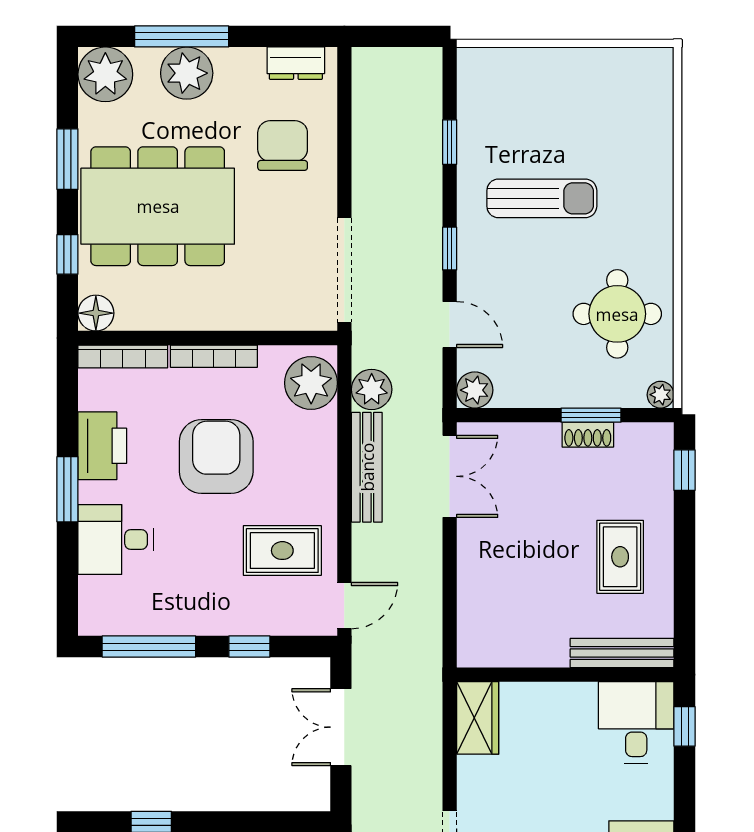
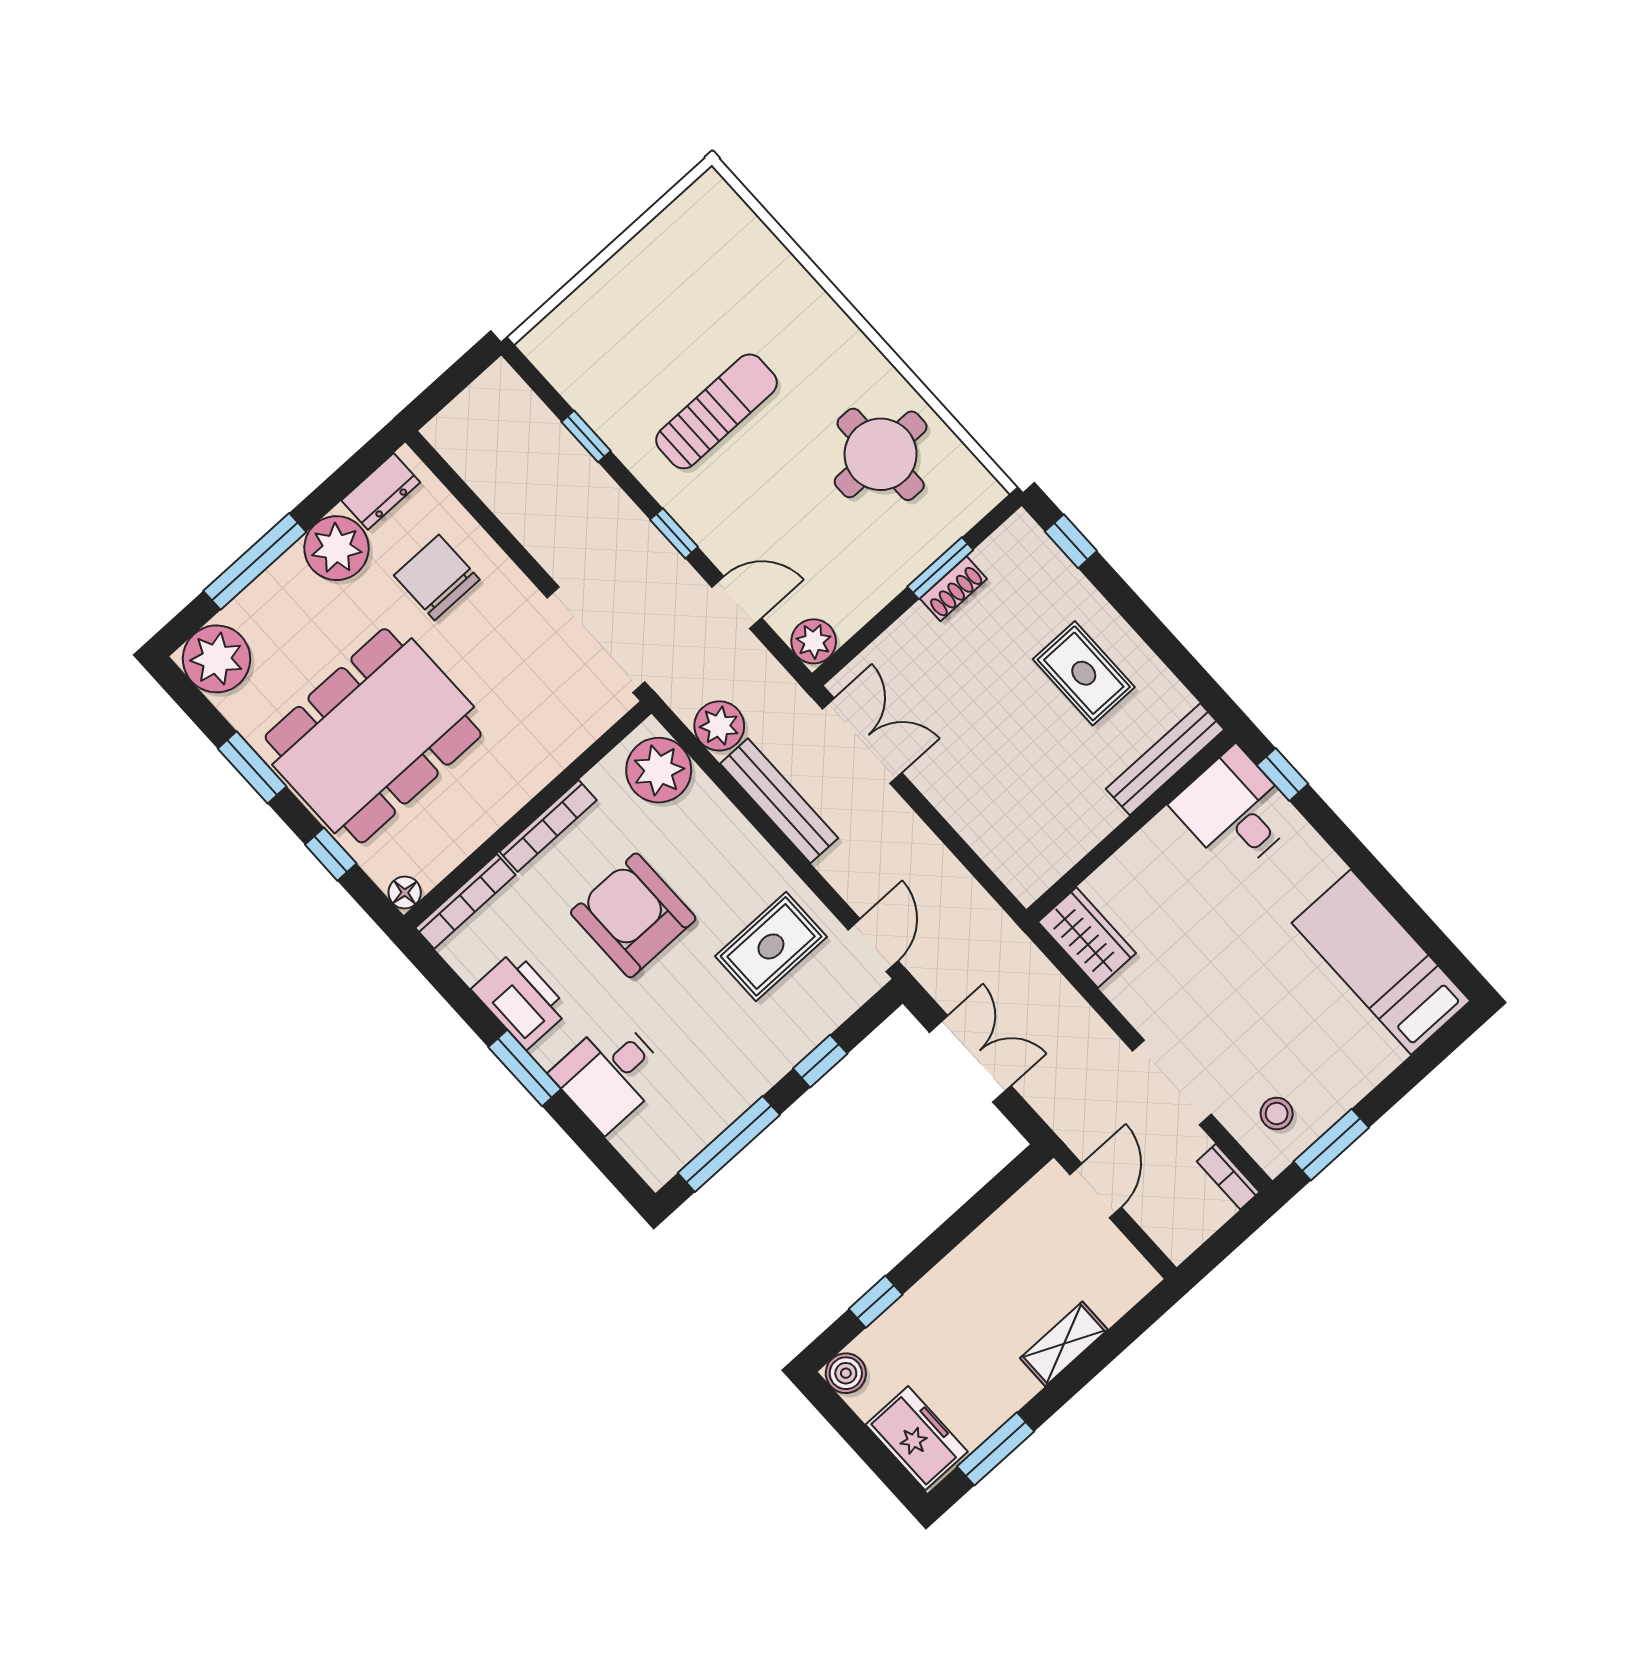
plant: (187, 73) -> (336, 548), moved
floor lamp: (96, 313) -> (405, 893), width x0.73, depth x0.73
plant: (661, 395) -> (987, 492), removed
double door: (341, 727) -> (970, 1059), swing flipped

